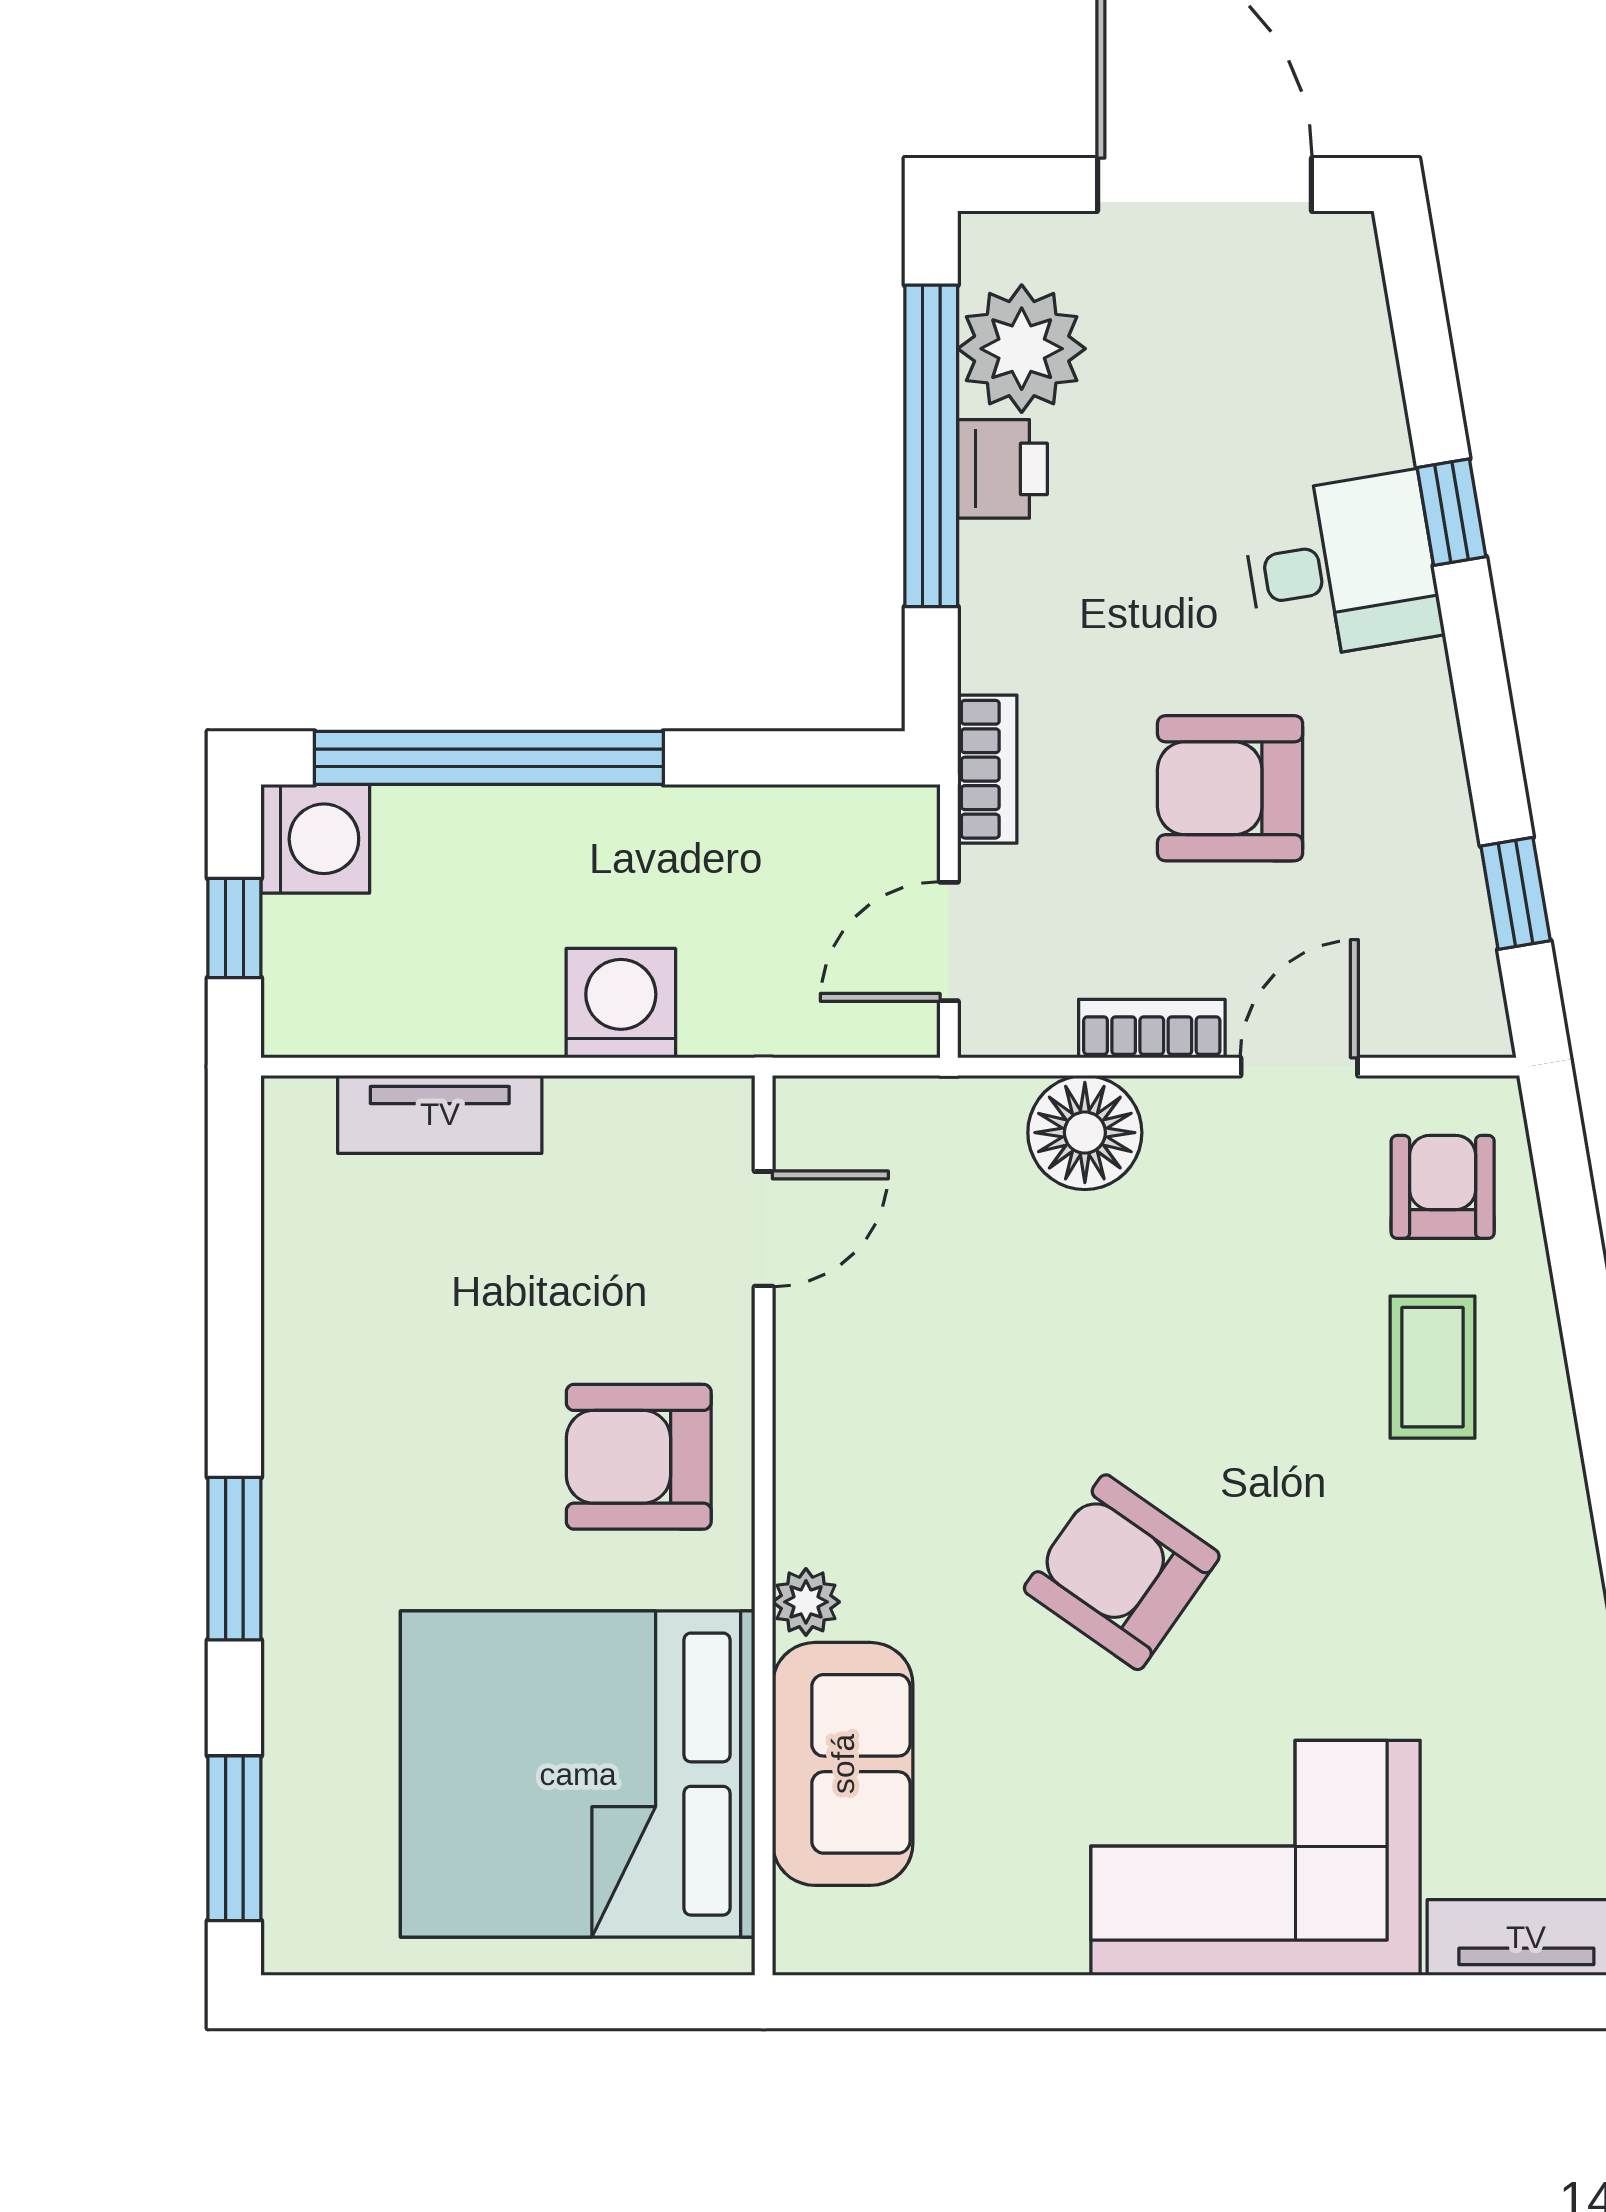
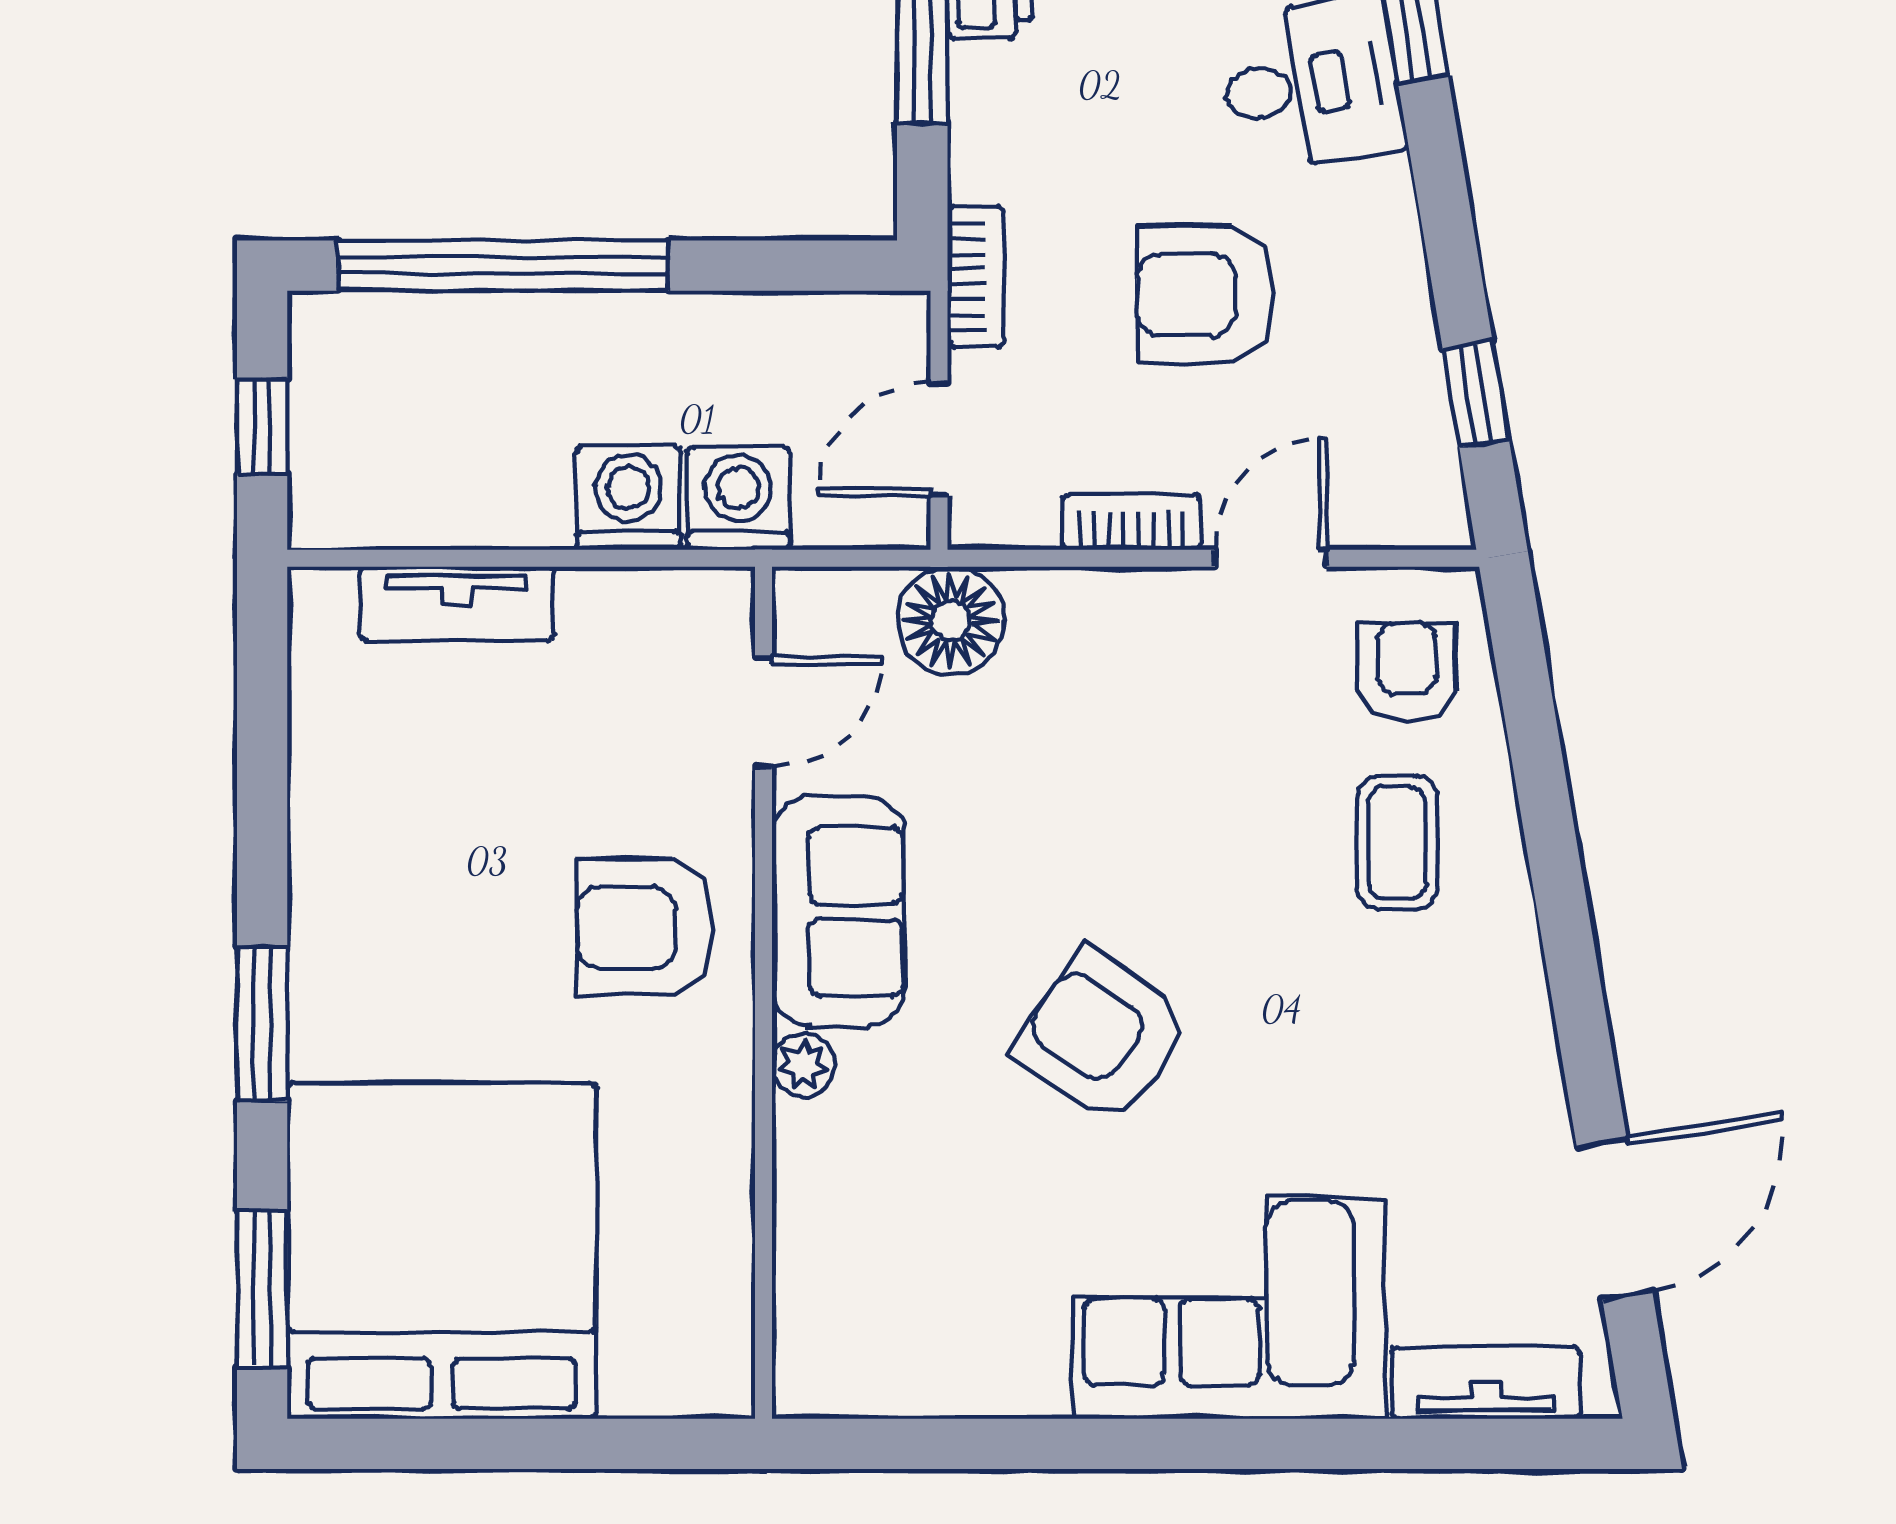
washing machine: (315, 839) -> (738, 498), moved, turned -90
floor lamp: (1085, 1133) -> (951, 621), moved
sofa: (843, 1764) -> (838, 912), moved
bed: (578, 1774) -> (442, 1251), moved, turned 90

